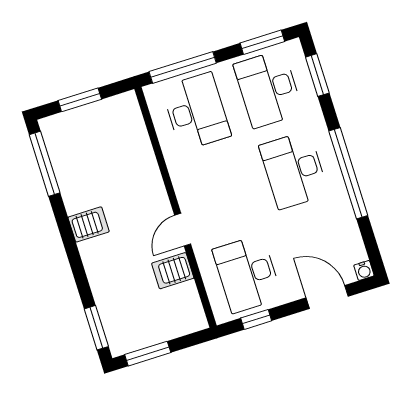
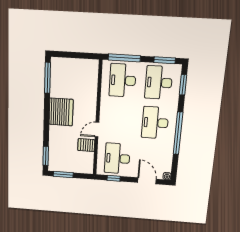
window: (80, 100) -> (73, 55), removed
desk: (196, 112) -> (123, 80), turned 180
server rack: (89, 224) -> (61, 112), width x2.18, depth x1.44

